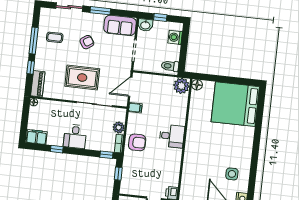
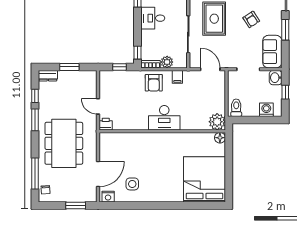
filing cabinet: (135, 108) -> (177, 77), moved
desk: (172, 136) -> (164, 118), width x1.37

